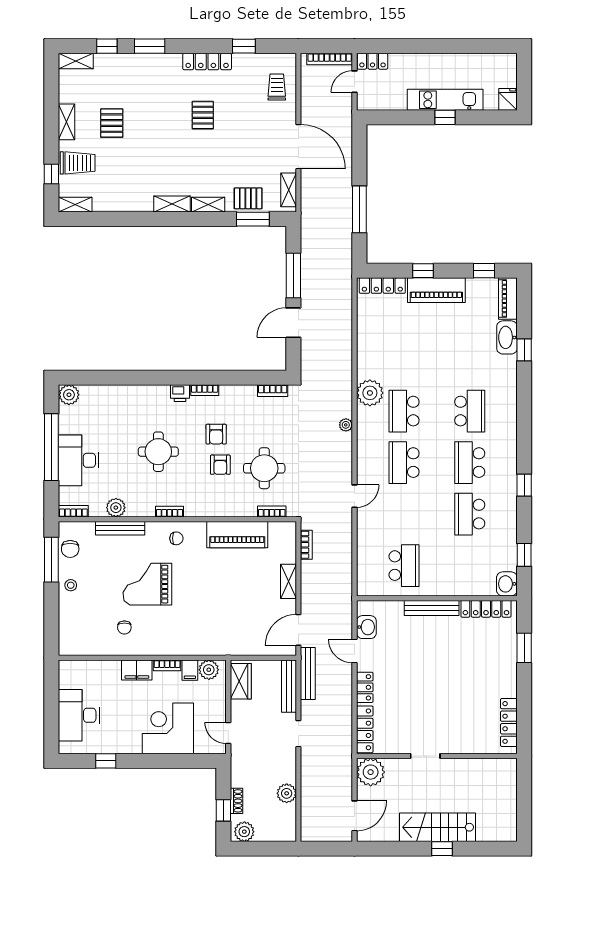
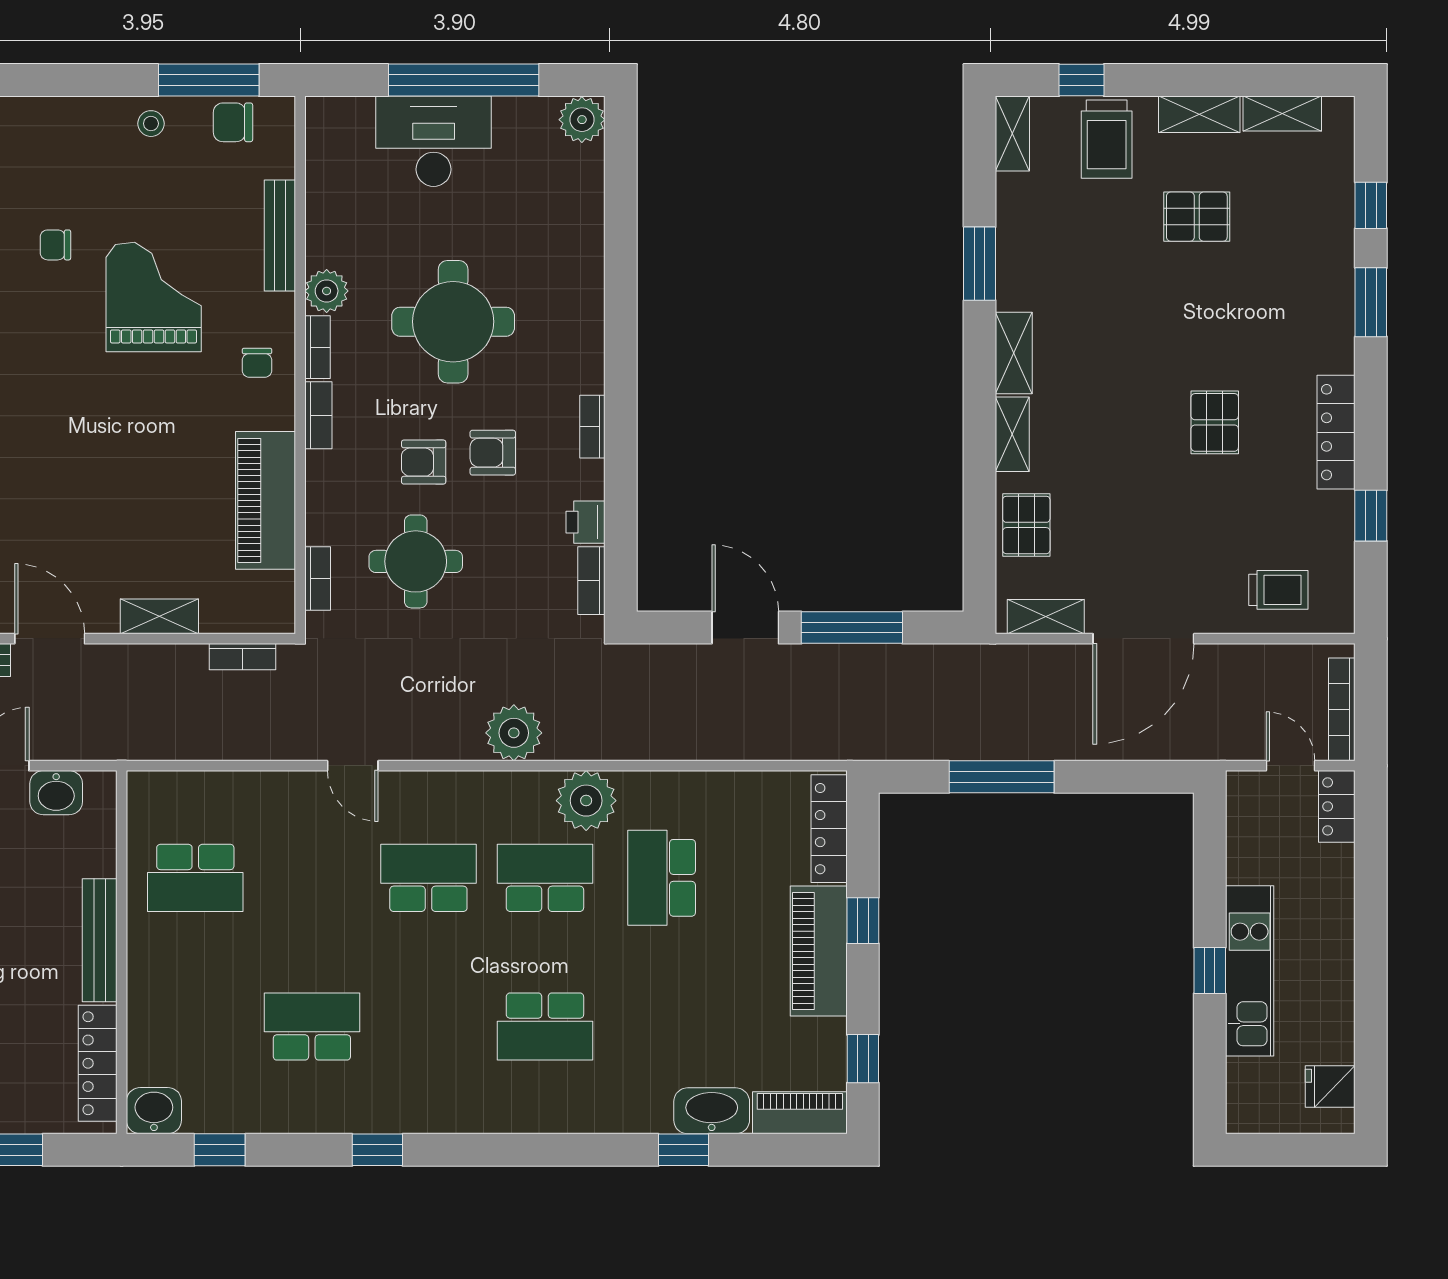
shelving: (76, 61) -> (1282, 114), moved, turned 90
fridge: (508, 99) -> (1330, 1087), moved, turned 180
pallet: (203, 115) -> (1215, 422), turned 90
window: (253, 219) -> (980, 264), moved
printer: (180, 393) -> (586, 522), moved
plant: (346, 425) -> (514, 733), width x1.88, depth x1.88
round table: (158, 452) -> (453, 322), width x1.36, depth x1.36
school desk: (470, 463) -> (662, 878), moved, turned -90
plant: (116, 508) -> (327, 291), moved
bookcase: (73, 511) -> (318, 415), moved

